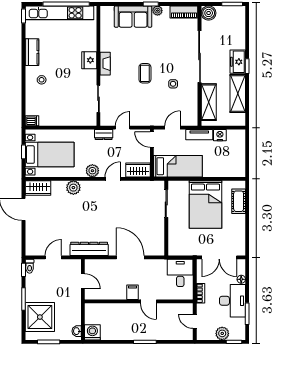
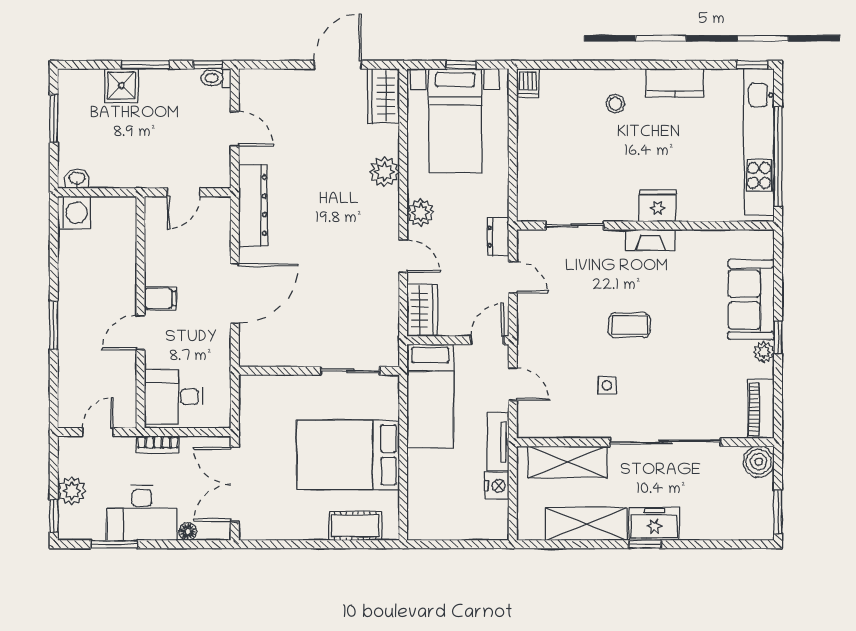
desk: (180, 273) -> (174, 397), moved, turned 180
shower: (40, 317) -> (121, 85), width x0.54, depth x0.54

